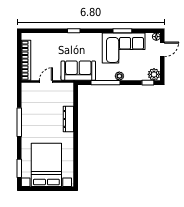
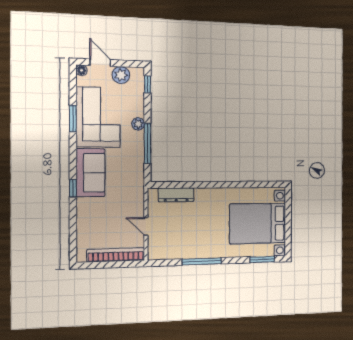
sofa: (78, 71) -> (90, 173), moved, turned 180
plant: (154, 74) -> (121, 75), moved
dresser: (68, 119) -> (176, 195), moved

